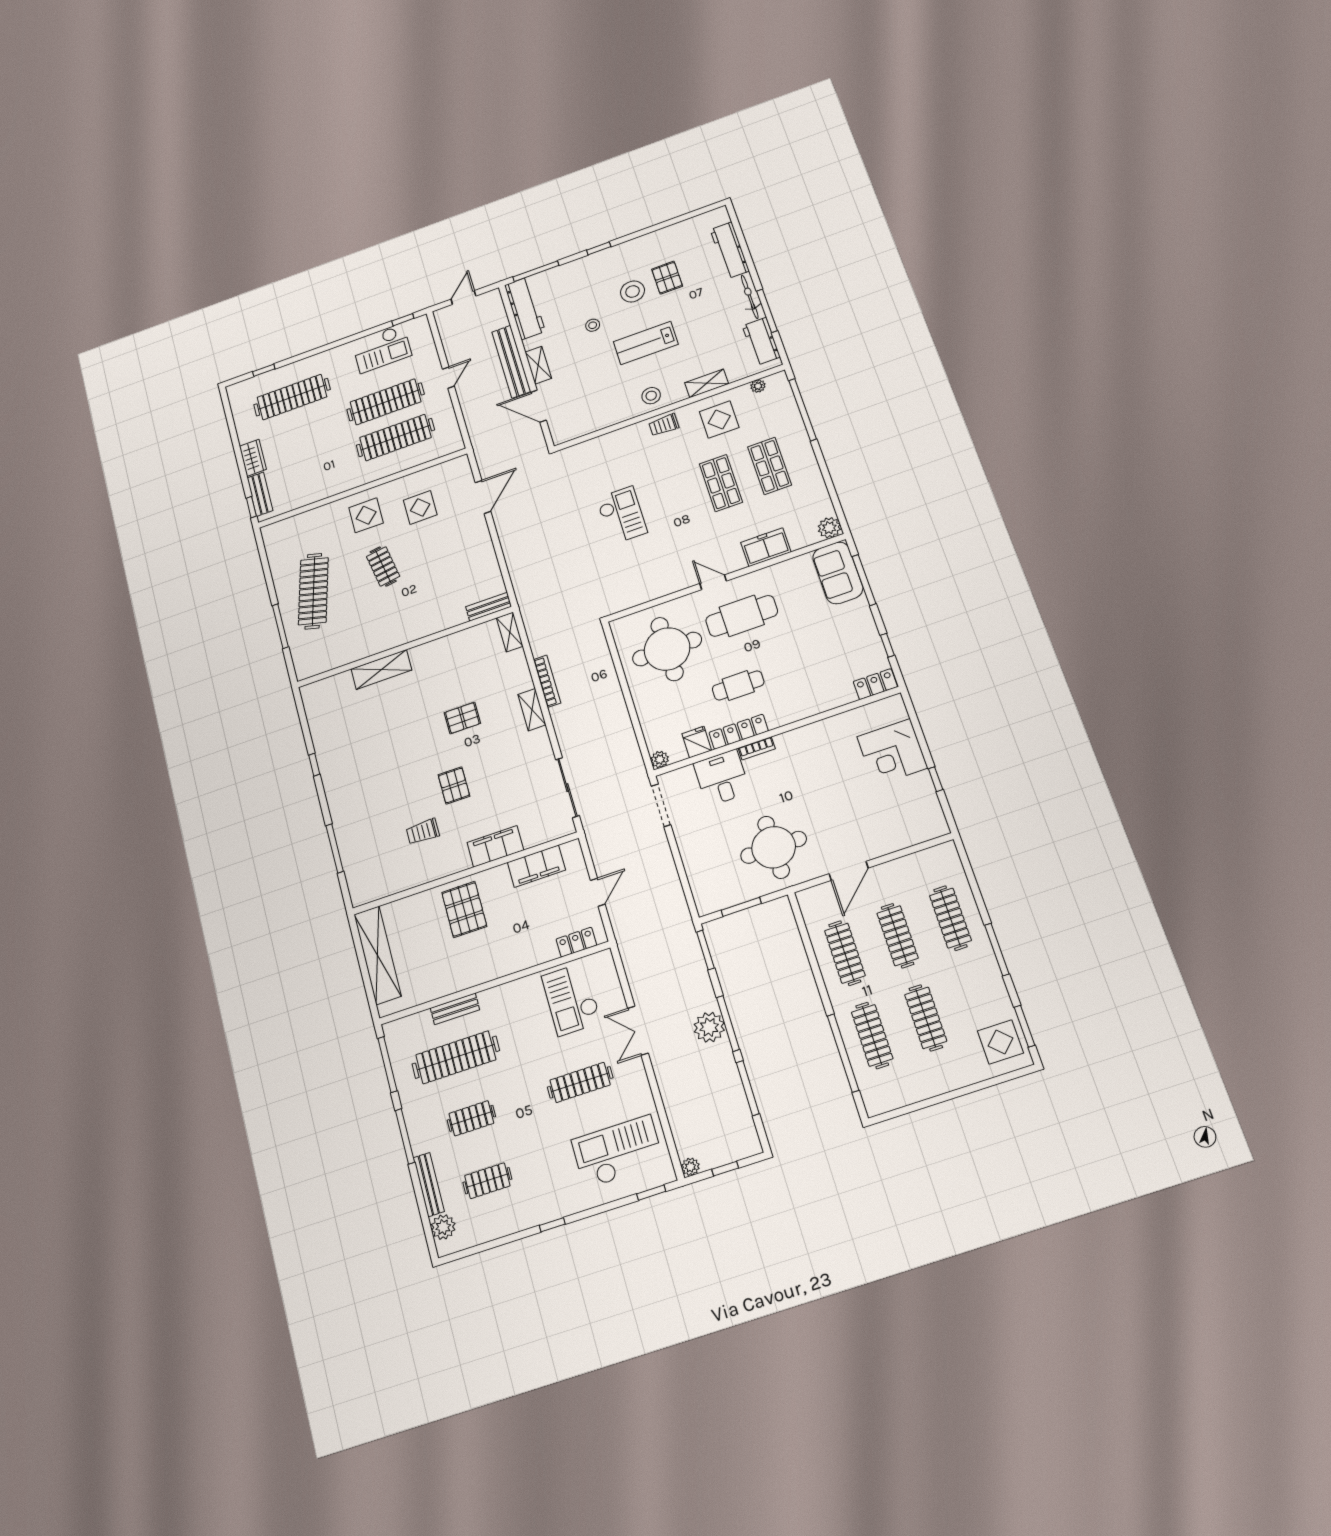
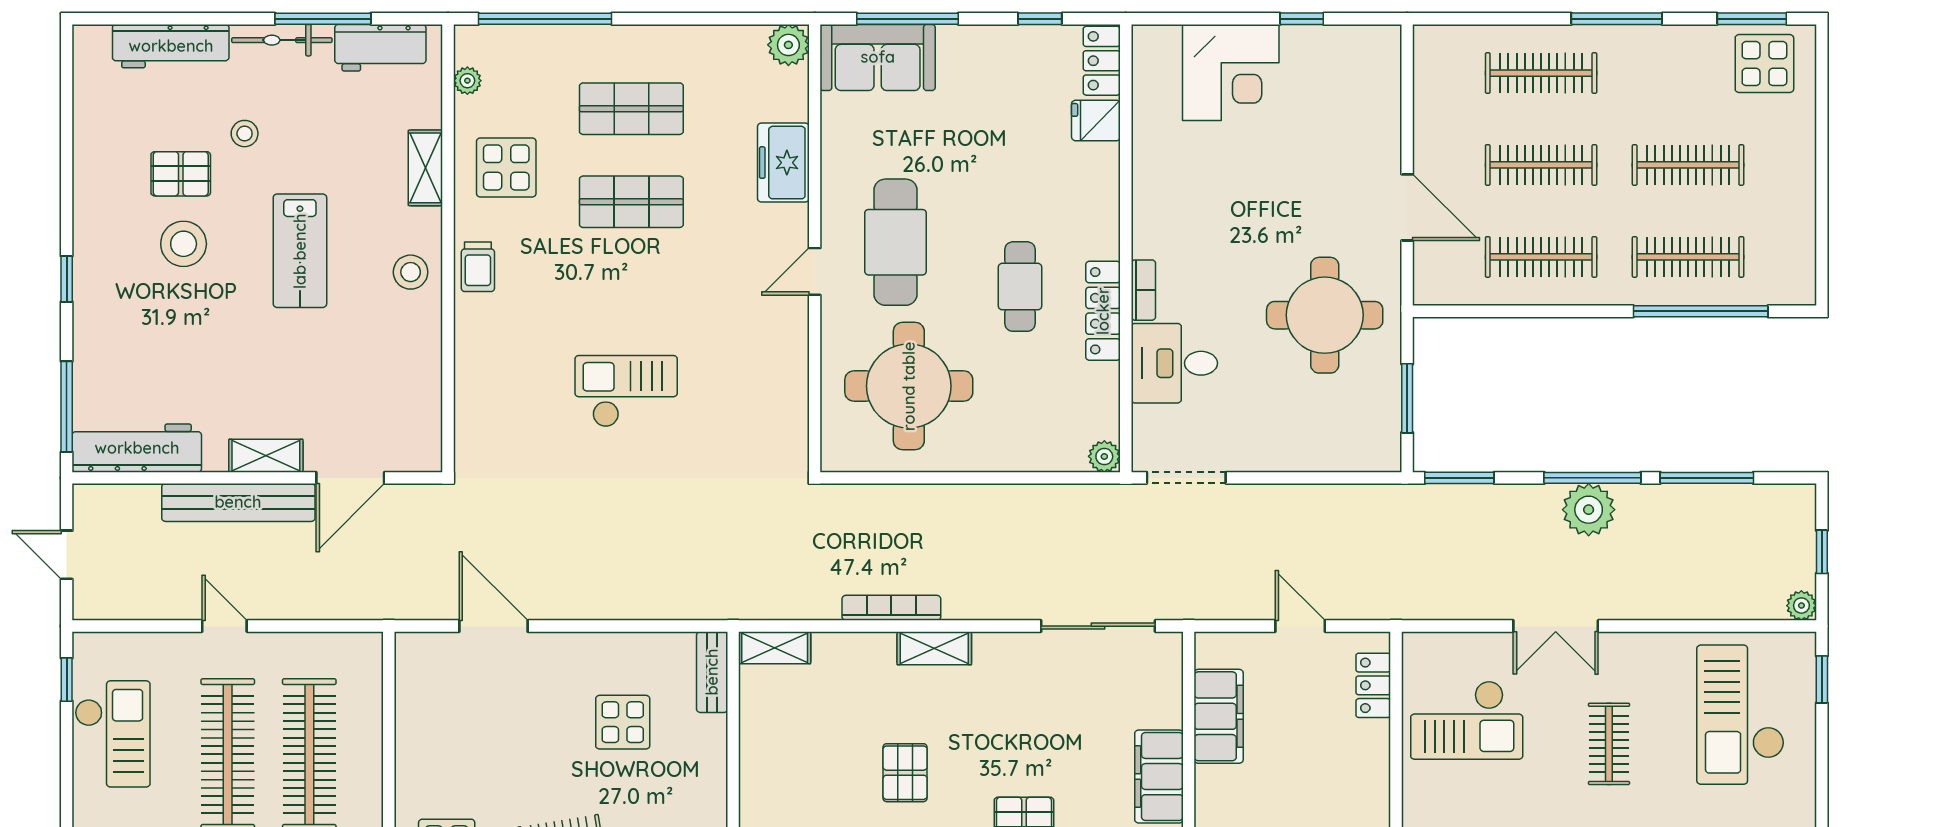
stool: (593, 325) -> (245, 134), moved
display table: (420, 507) -> (623, 722), moved
fridge: (697, 742) -> (1096, 120), moved
clothes rail: (580, 1082) -> (1609, 744), width x0.73

